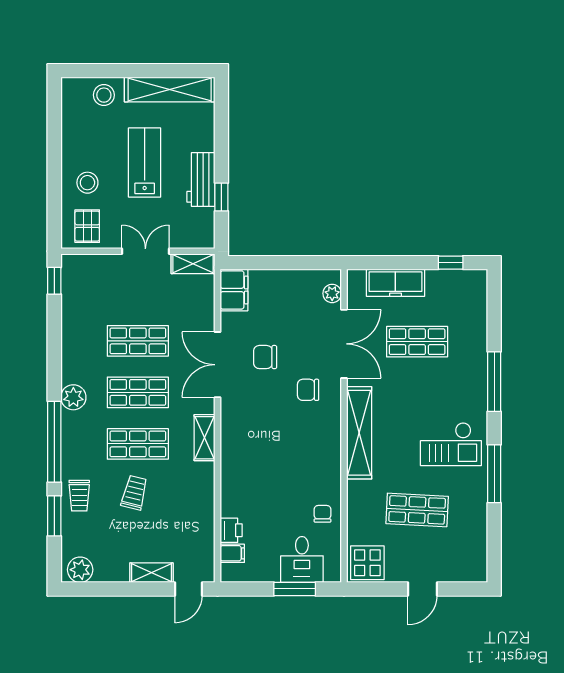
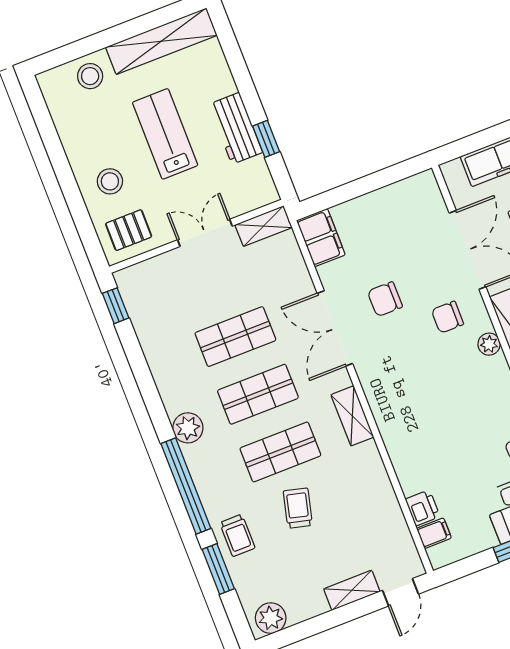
pallet: (87, 226) -> (129, 230), turned 90
plant: (332, 293) -> (489, 344), moved

